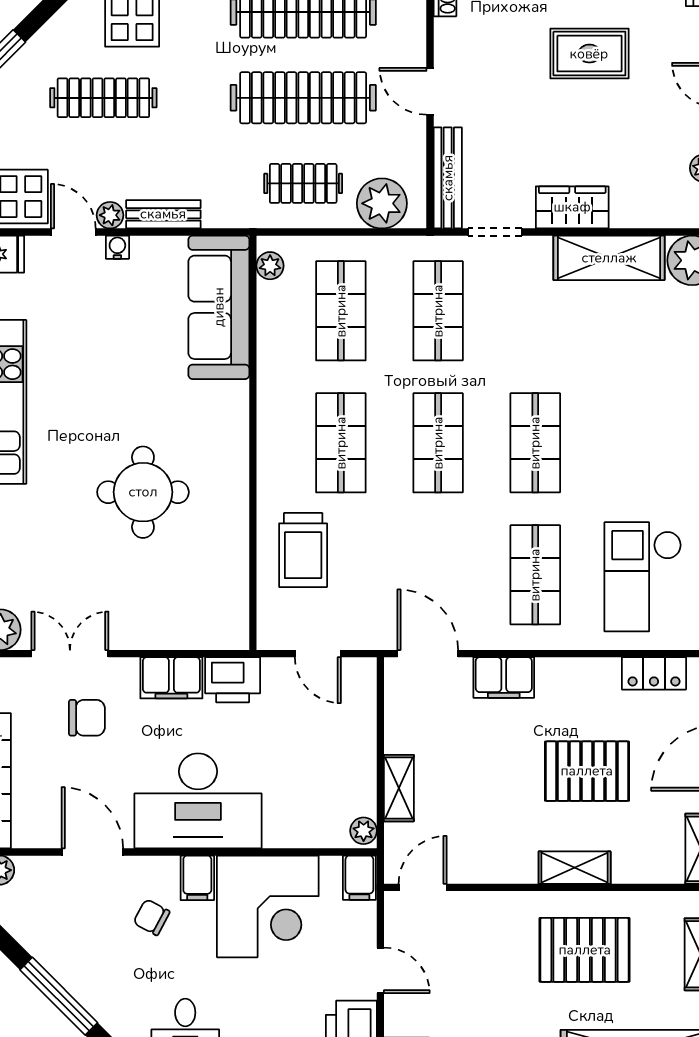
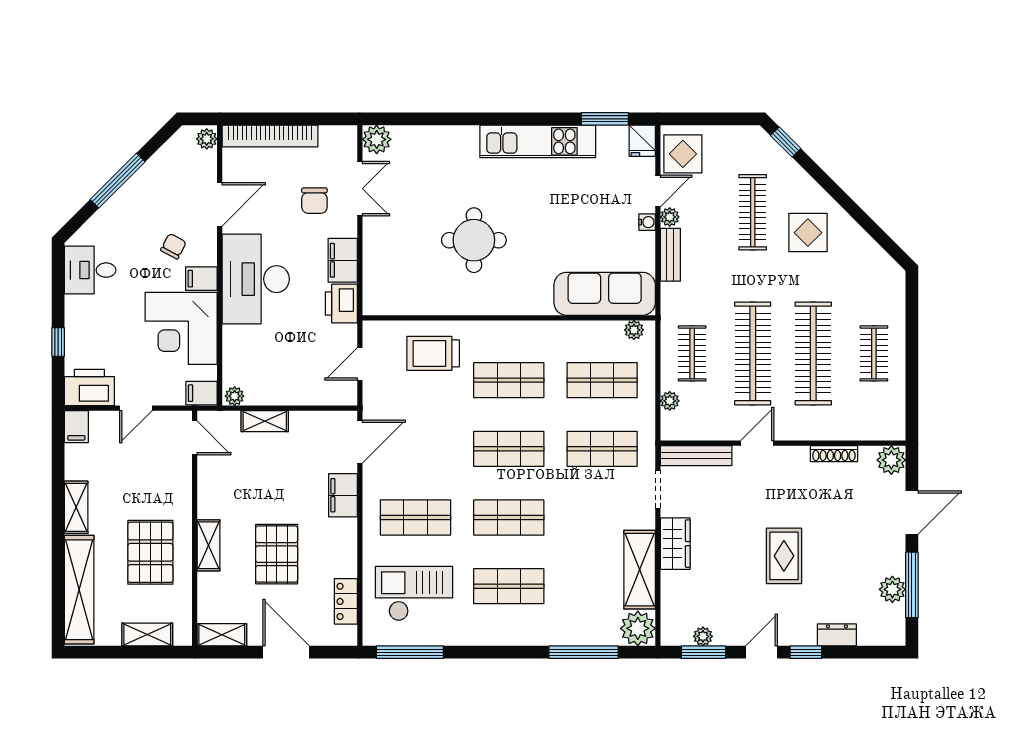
plant: (382, 203) -> (670, 401), width x0.53, depth x0.53
shop shelf: (632, 443) -> (509, 586), added

